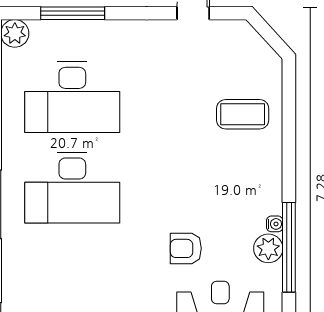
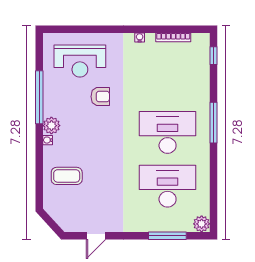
water cooler: (275, 224) -> (48, 140), moved
plant: (268, 248) -> (51, 126), moved

